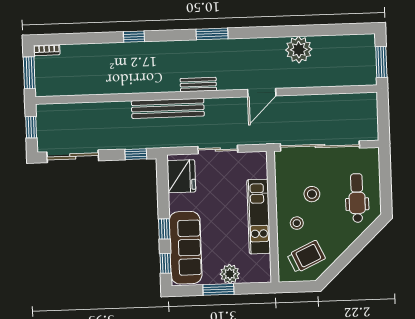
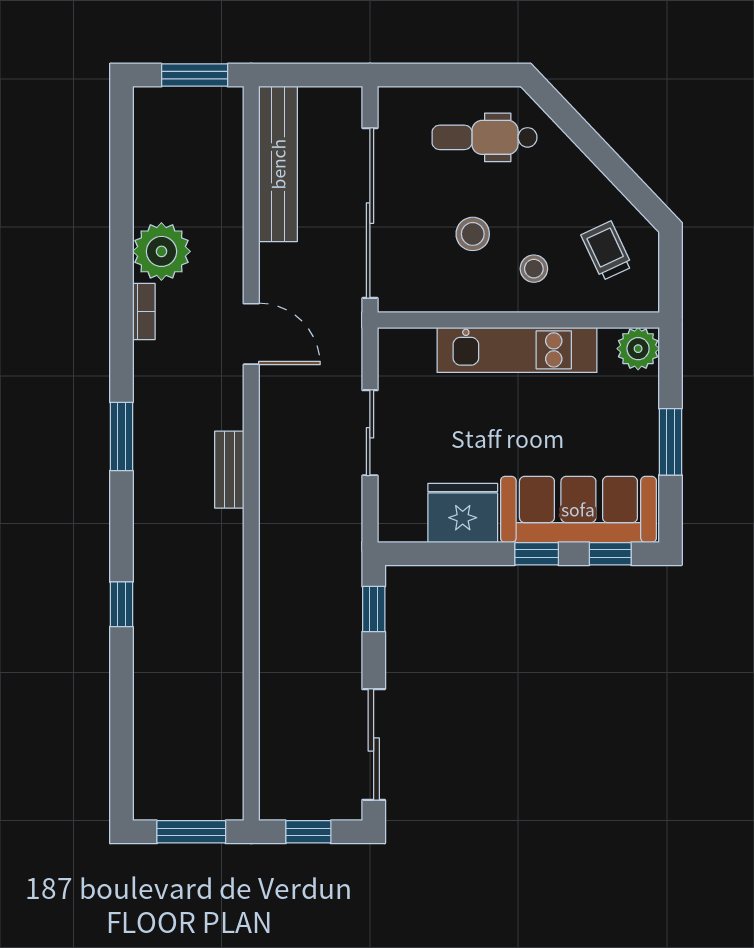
bookcase: (47, 50) -> (144, 311), moved
bench: (168, 108) -> (278, 164), moved
fridge: (181, 176) -> (463, 513), moved
trolley: (306, 257) -> (607, 251), width x0.73, depth x0.72
plant: (230, 274) -> (638, 349), moved

